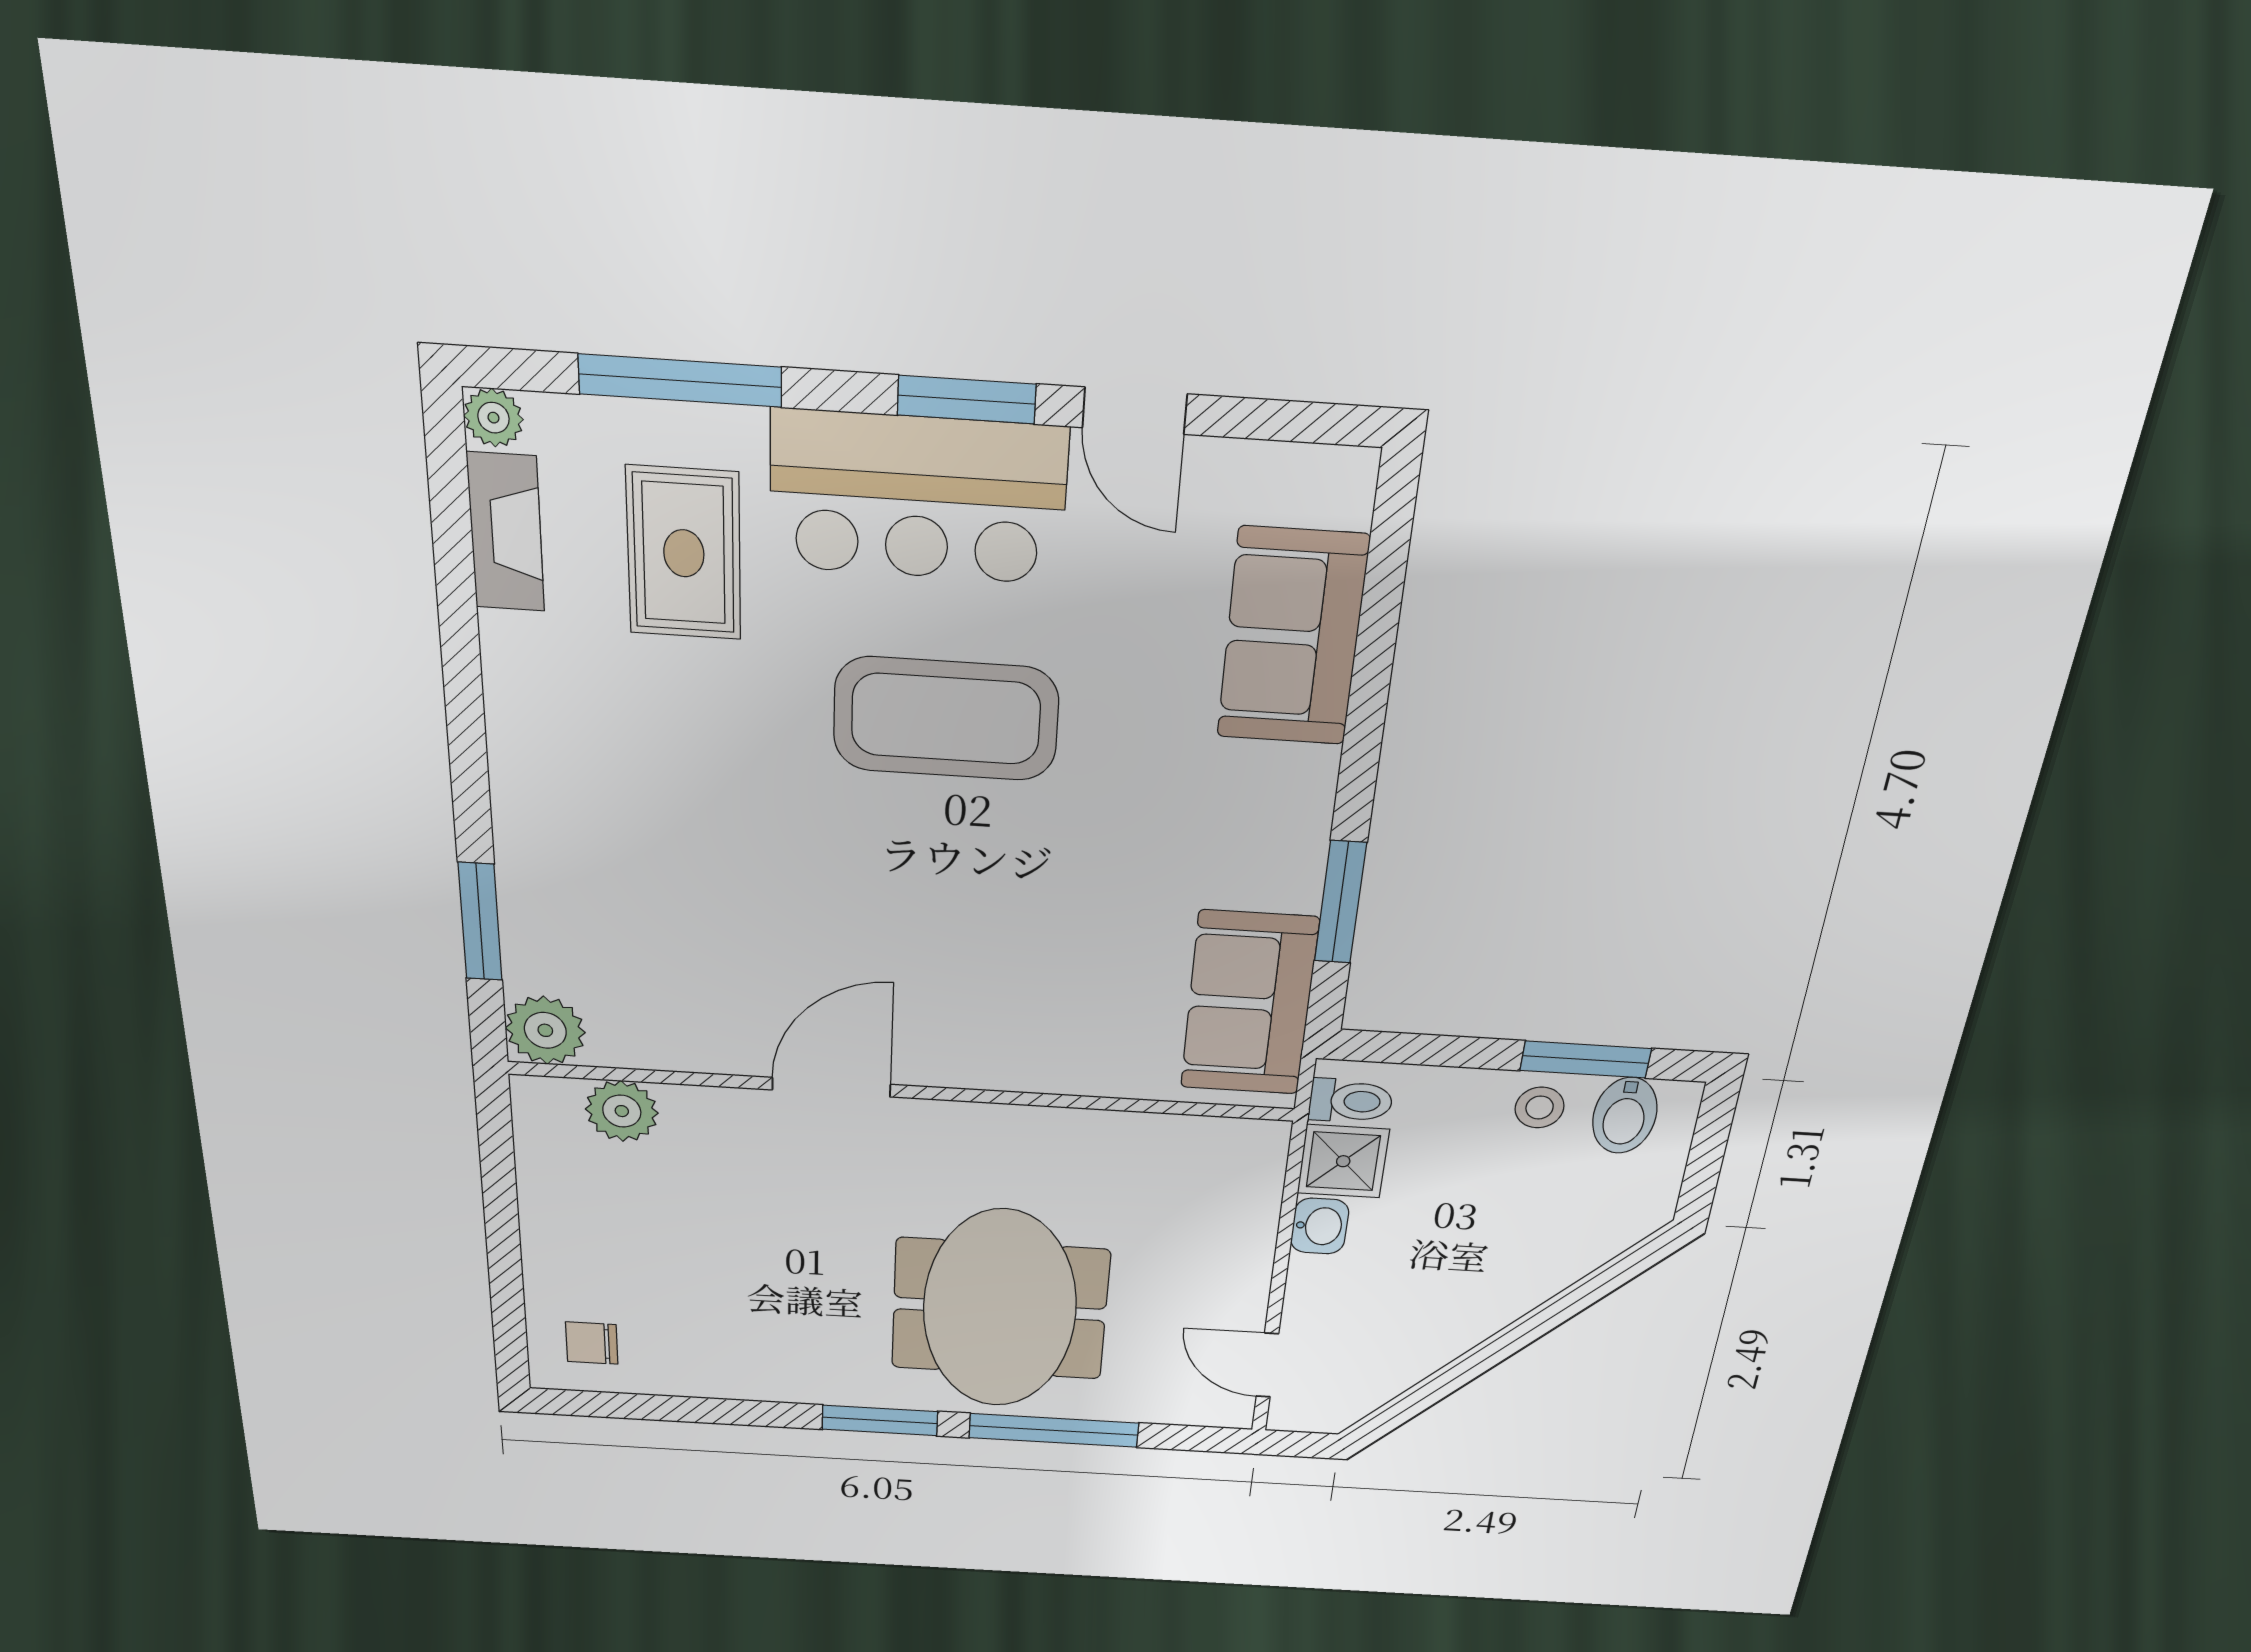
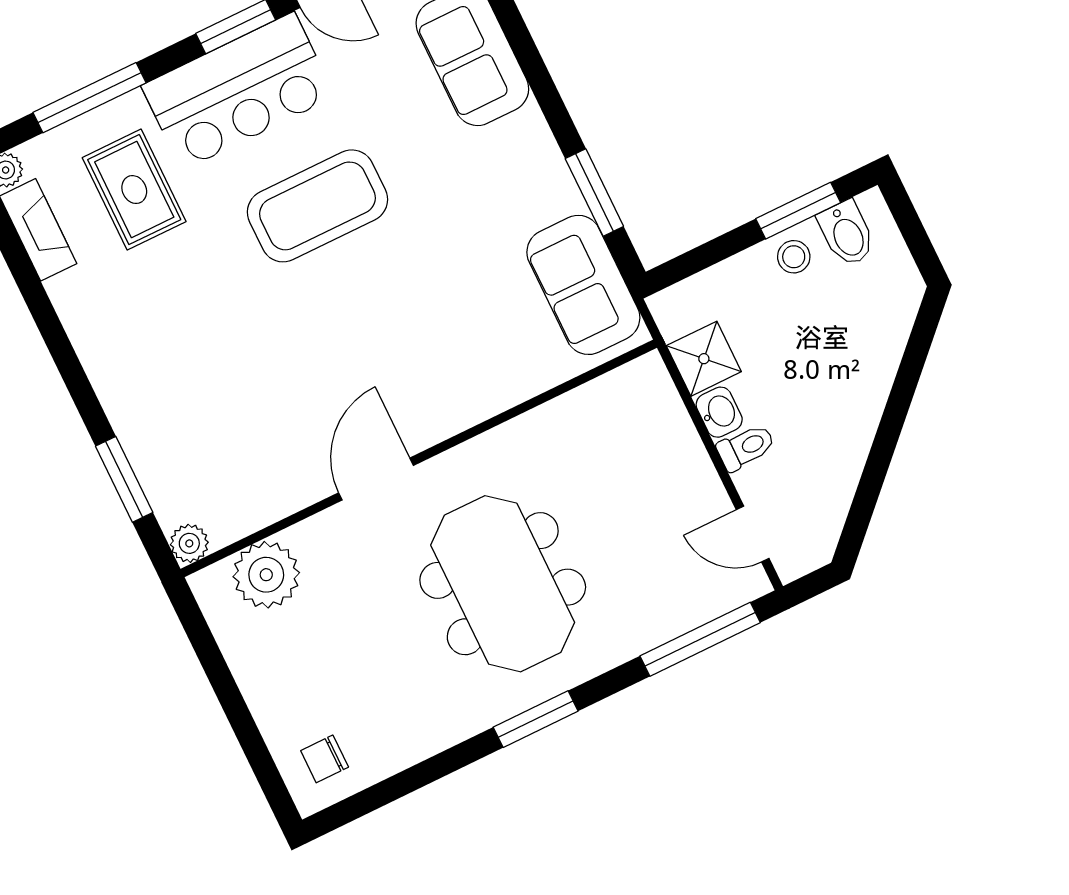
plant: (545, 1030) -> (189, 543), width x0.73, depth x0.73
toilet: (1351, 1101) -> (746, 447), moved
plant: (622, 1111) -> (266, 575), width x1.36, depth x1.36
meeting table: (1000, 1309) -> (503, 584), moved
window: (1054, 1430) -> (700, 639), moved

